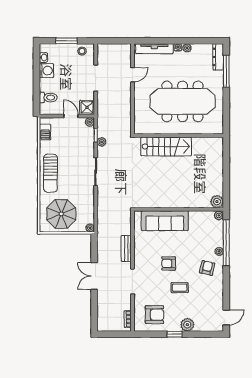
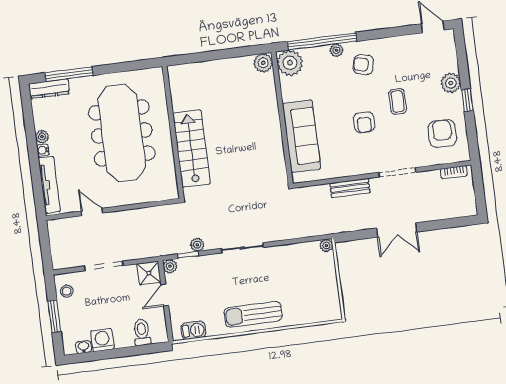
sun lounger: (50, 173) -> (253, 314), turned 180
parasol: (61, 214) -> (311, 291), removed
plant: (219, 215) -> (290, 63), width x1.87, depth x1.87

